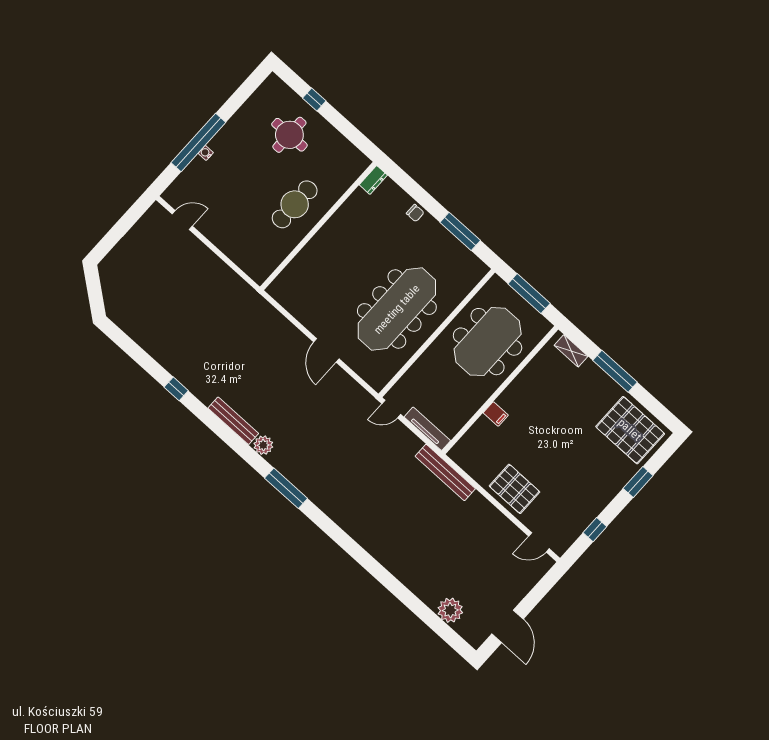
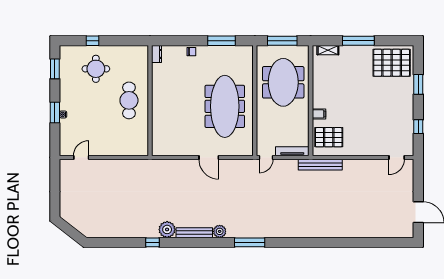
window: (243, 93) -> (55, 69), added
window: (198, 142) -> (55, 113), width x0.47
pallet: (515, 489) -> (329, 137), moved
plant: (450, 610) -> (167, 229), moved

